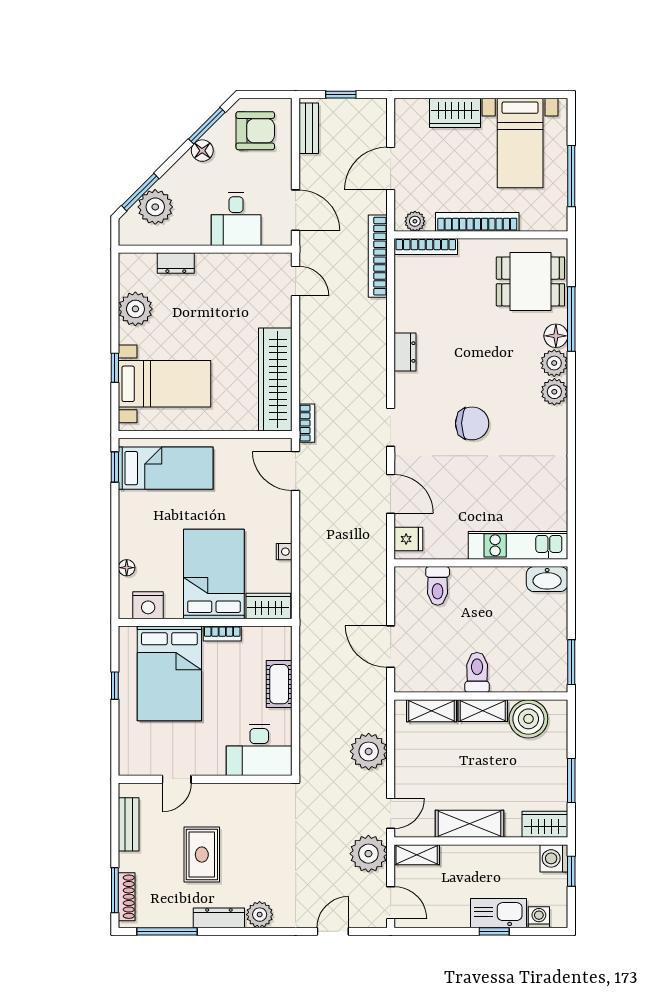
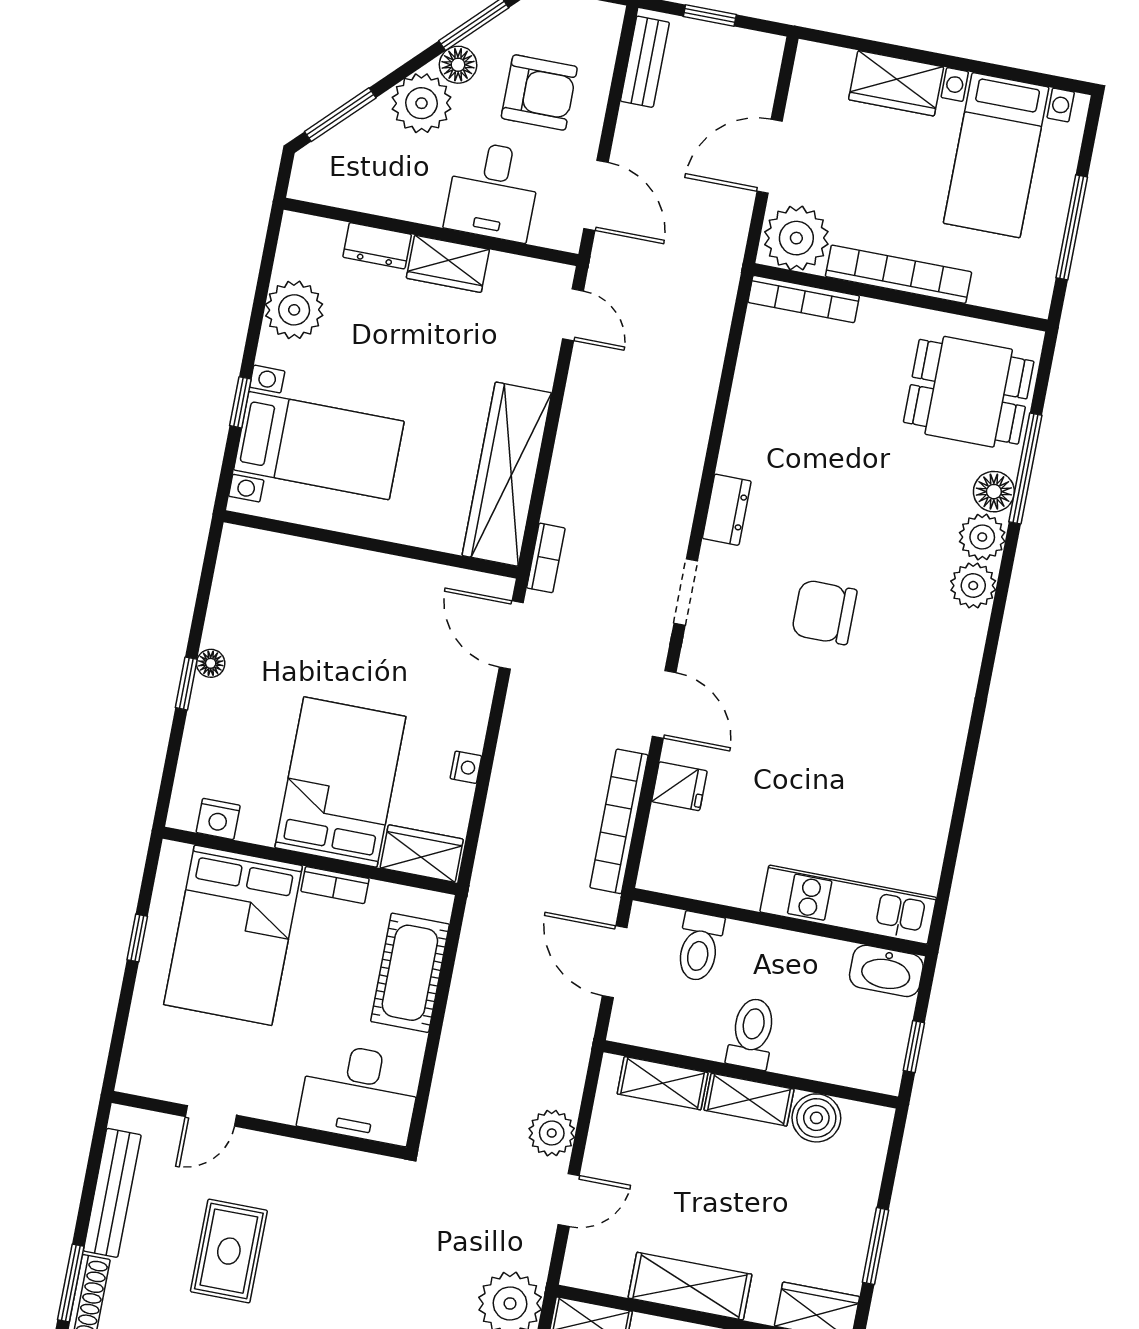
armchair: (255, 131) -> (539, 92), moved
plant: (155, 207) -> (422, 103), moved
plant: (415, 221) -> (796, 238), width x1.87, depth x1.87
bookcase: (378, 256) -> (619, 821), moved
wardrobe: (218, 266) -> (448, 264), added
dresser: (405, 352) -> (727, 510), moved
chair: (472, 423) -> (824, 612), turned 180
window: (115, 467) -> (186, 683), moved
bed: (166, 468) -> (293, 588), removed
kitchen unit: (518, 545) -> (848, 905), moved
wall: (481, 563) -> (780, 922), moved
floor lamp: (127, 568) -> (211, 663), moved
washbasin: (547, 579) -> (886, 971), moved
toilet: (438, 586) -> (699, 947), moved
nightstand: (148, 605) -> (218, 819), width x0.74, depth x0.75
window: (571, 662) -> (914, 1047), width x0.67
cot: (279, 684) -> (410, 973), width x1.37, depth x1.34
boiler: (528, 719) -> (816, 1118), width x0.73, depth x0.73
plant: (369, 751) -> (552, 1133), width x0.73, depth x0.73
door: (391, 813) -> (569, 1200), moved
bench: (129, 824) -> (112, 1193), width x1.36

